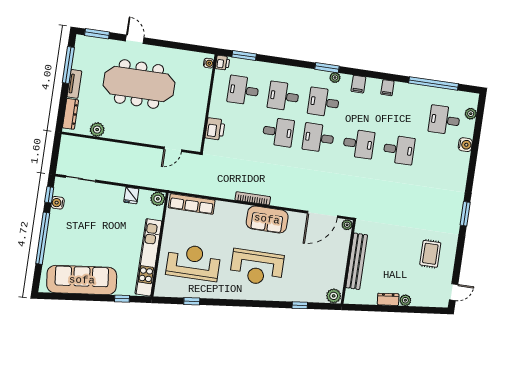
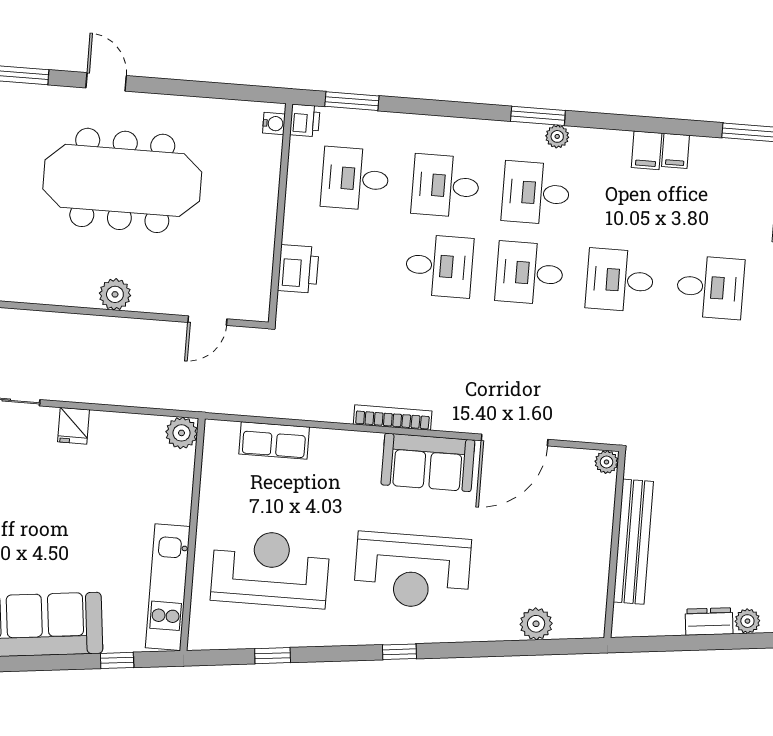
filing cabinet: (358, 84) -> (647, 150), moved
plant: (97, 130) -> (115, 294), moved
desk: (359, 144) -> (620, 280), turned 180
fridge: (131, 195) -> (73, 426), moved
row of seats: (192, 204) -> (274, 440), width x0.68
door: (322, 214) -> (515, 440), moved
kitchen unit: (148, 257) -> (168, 587), width x0.73
plant: (334, 296) -> (536, 624), moved
window: (300, 305) -> (399, 652), moved

